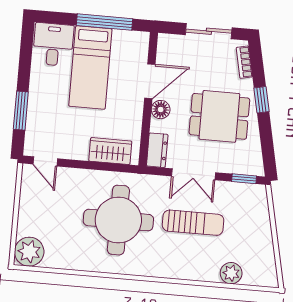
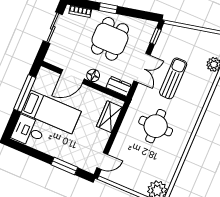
door: (150, 81) -> (73, 76), swing flipped
round table: (118, 220) -> (156, 126), width x0.73, depth x0.73

